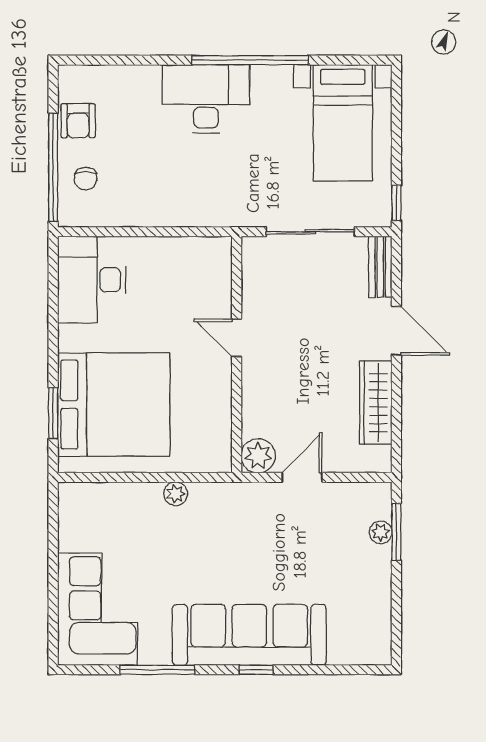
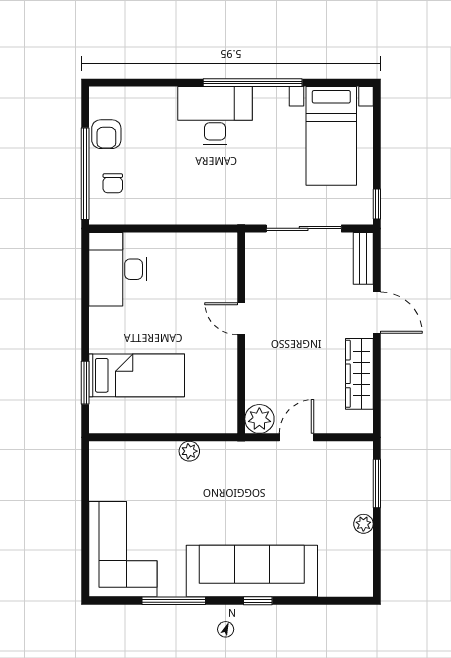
bed: (114, 405) -> (137, 375), width x0.49
plant: (381, 532) -> (363, 524), moved

